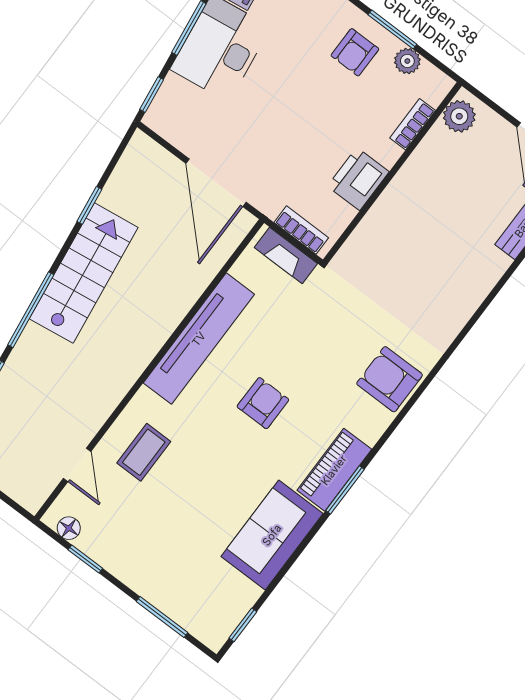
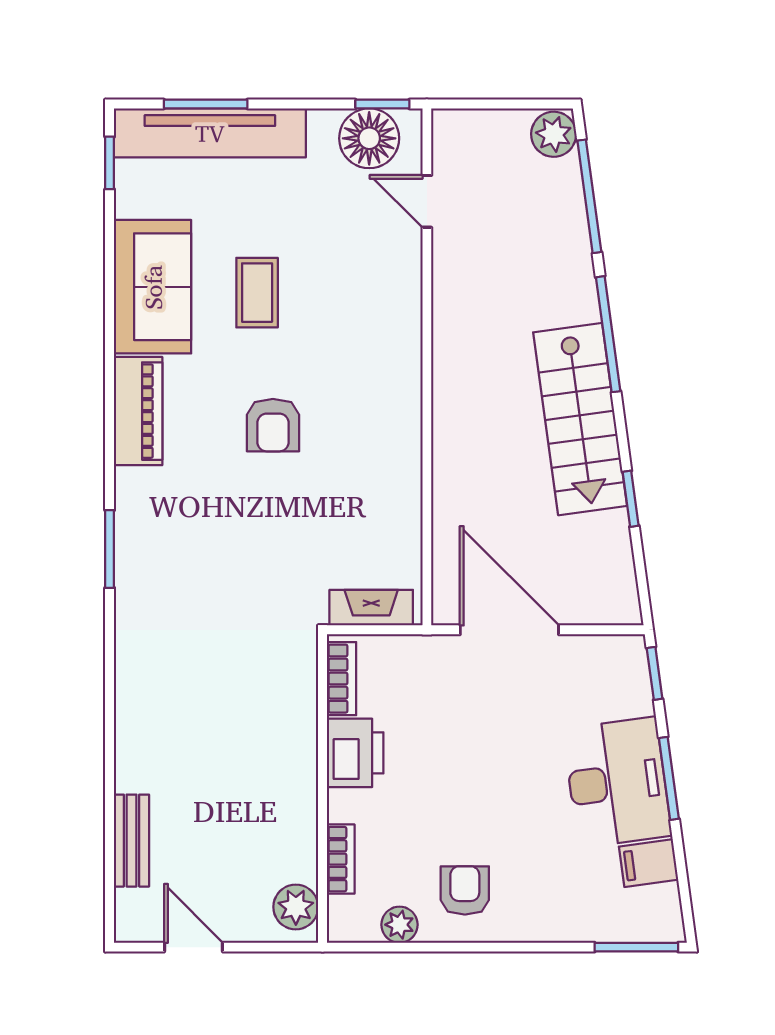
window: (392, 29) -> (442, 947), removed
bookcase: (301, 230) -> (342, 679), moved, turned -90
tv unit: (199, 339) -> (210, 133), moved, turned -90
armchair: (390, 379) -> (153, 558), removed
coffee table: (144, 452) -> (257, 293), moved
window: (345, 490) -> (110, 549), moved
floor lamp: (69, 528) -> (369, 138), width x1.89, depth x1.89
window: (85, 559) -> (382, 104), moved

